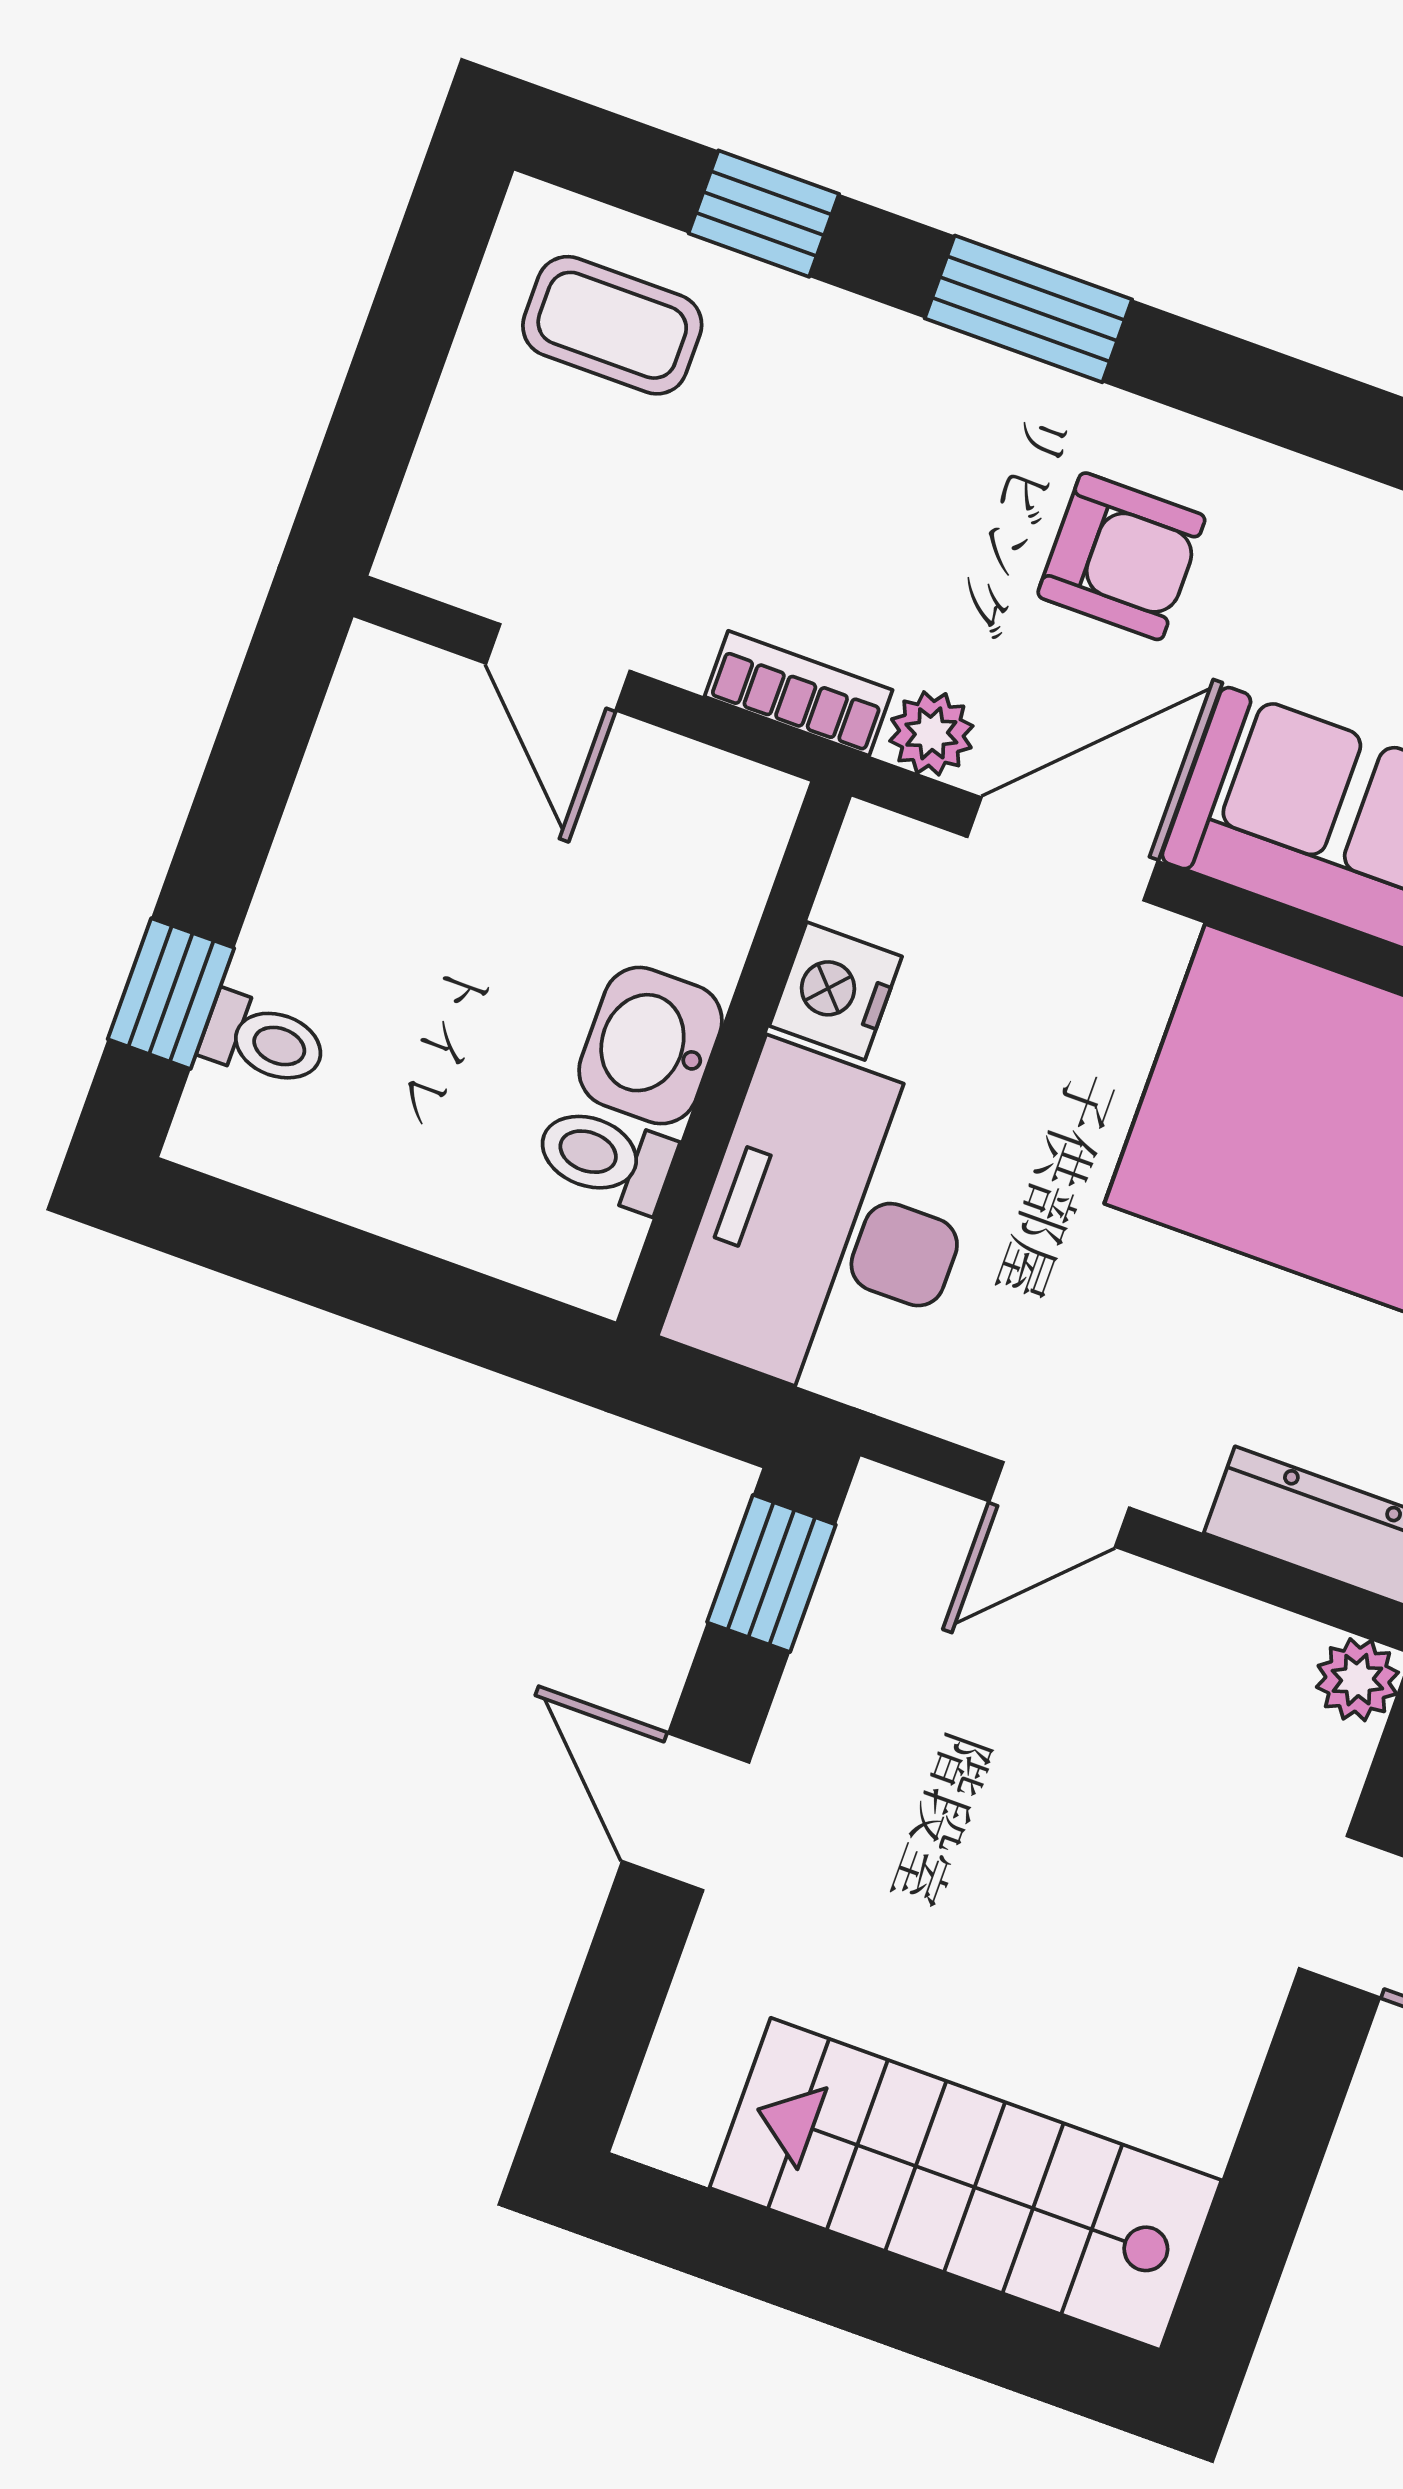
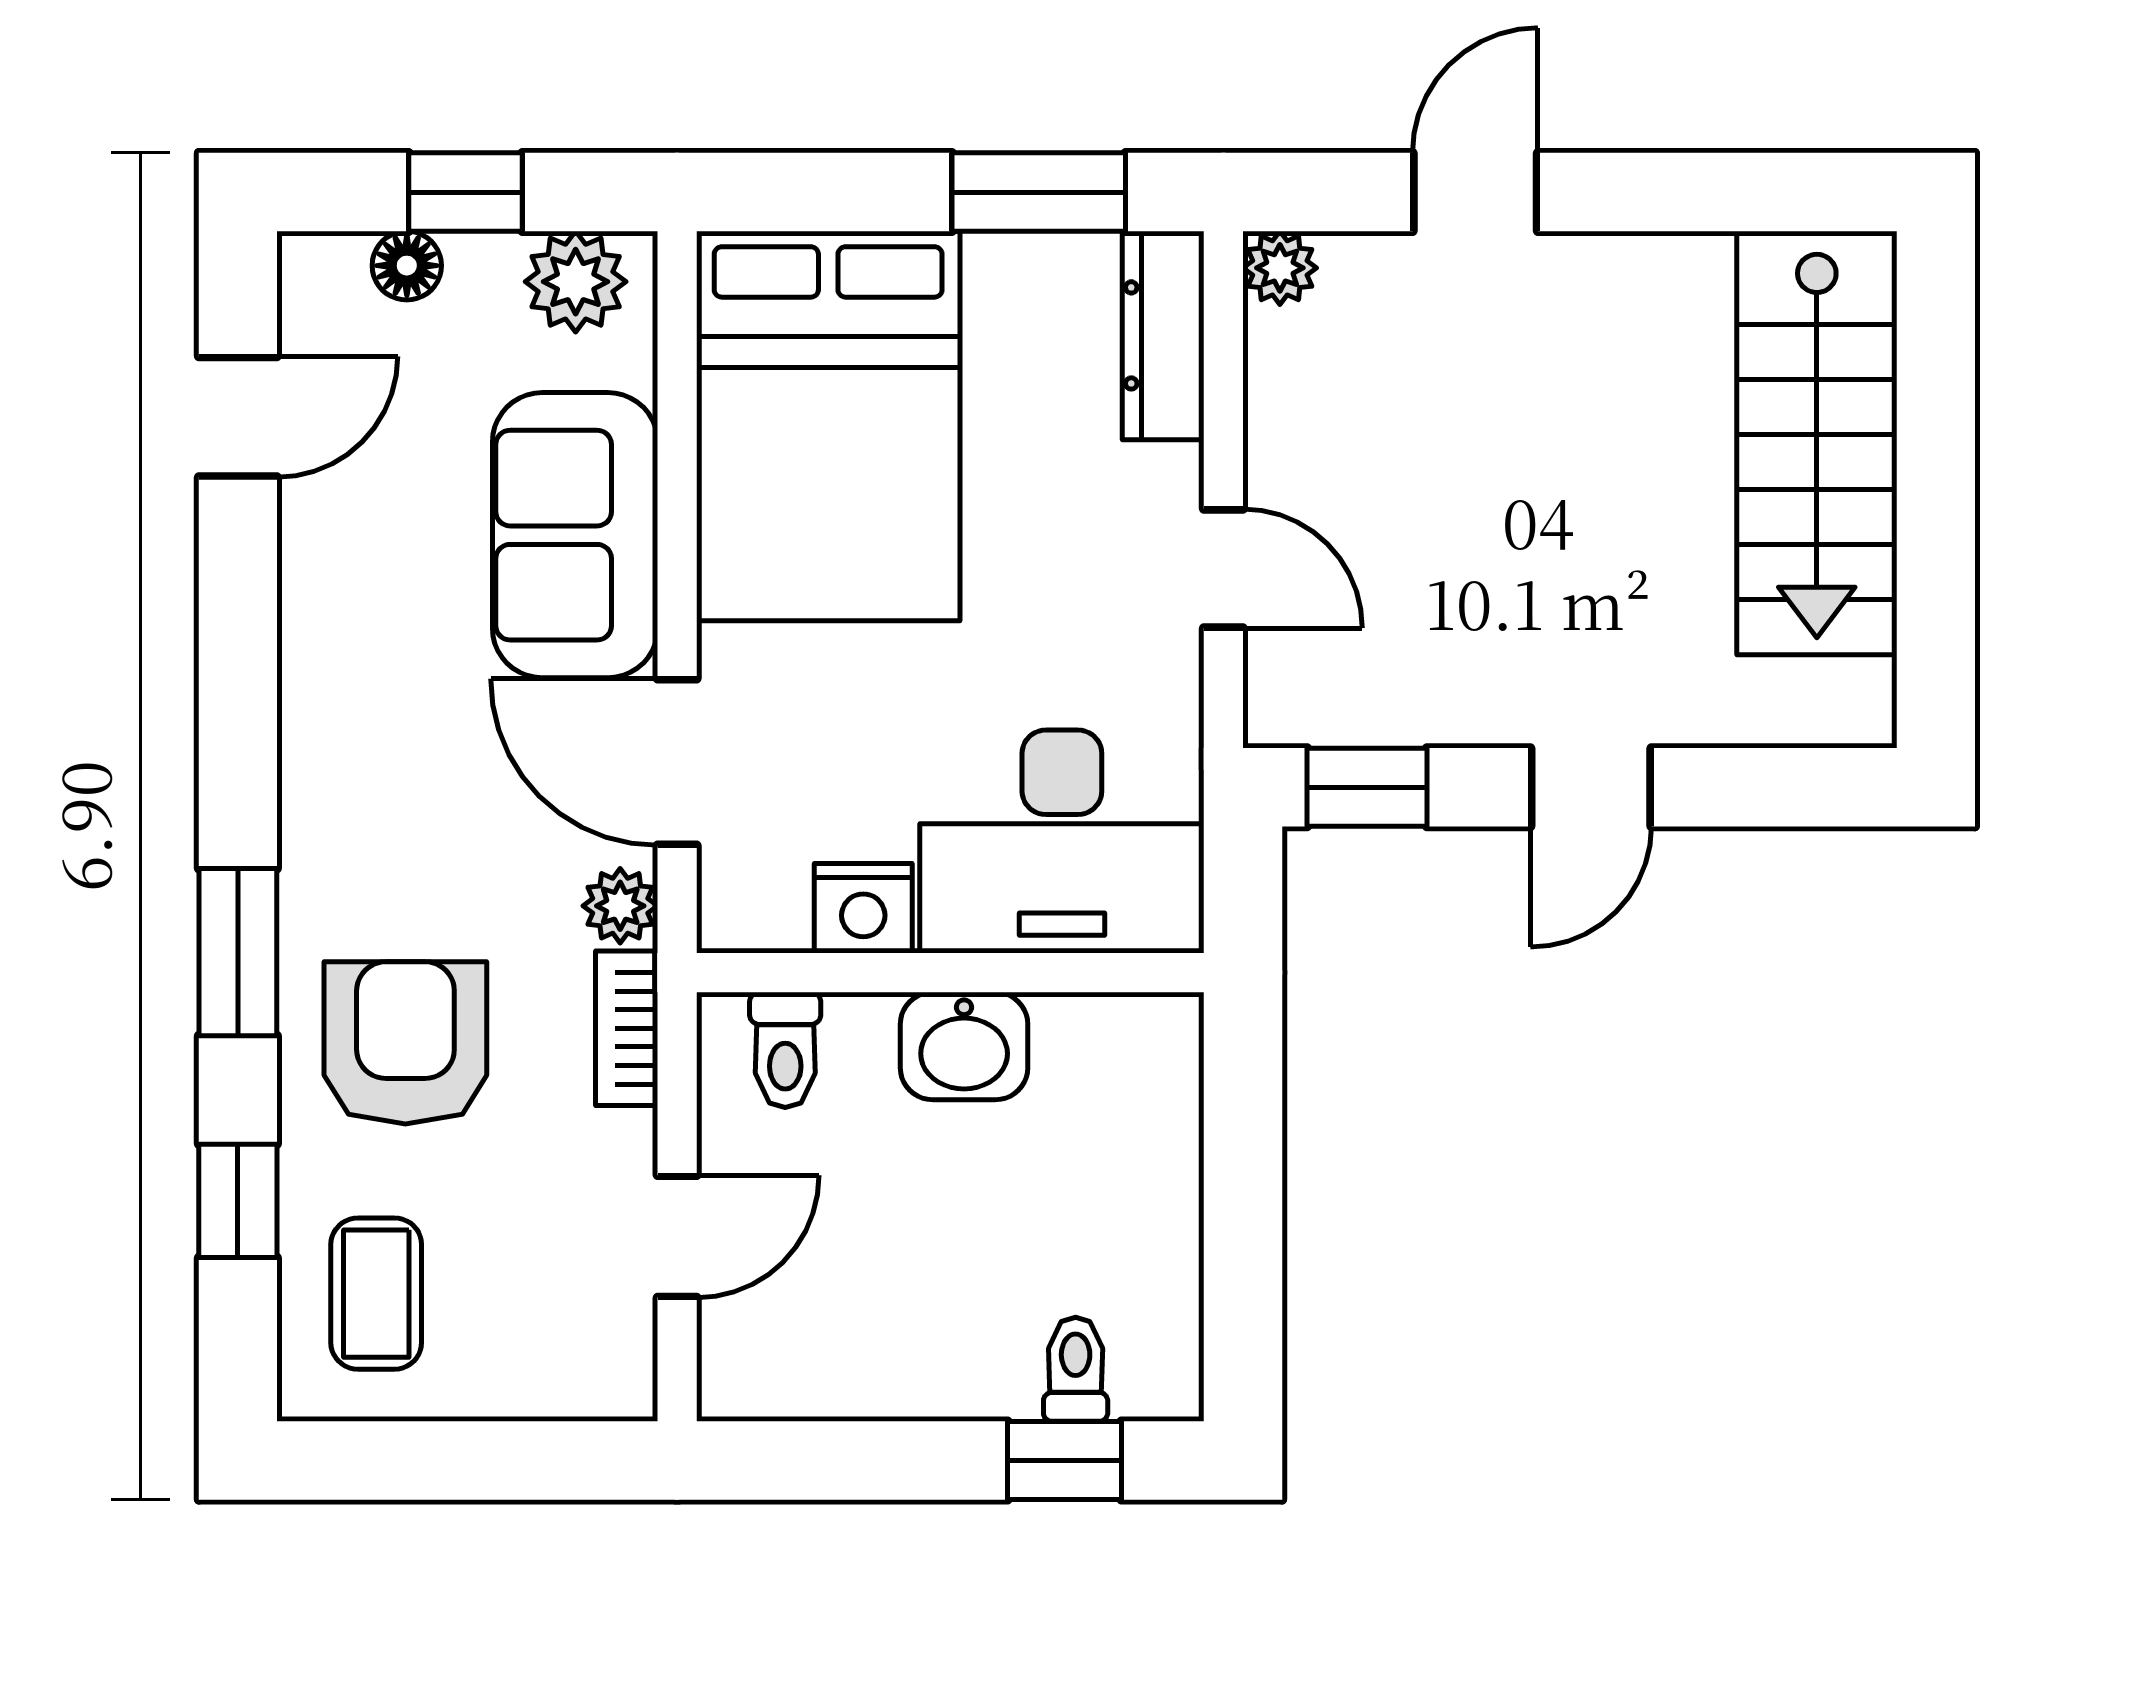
armchair: (1121, 556) -> (405, 1043), moved, width x1.38, depth x1.38
toilet: (605, 1158) -> (785, 1050), moved

